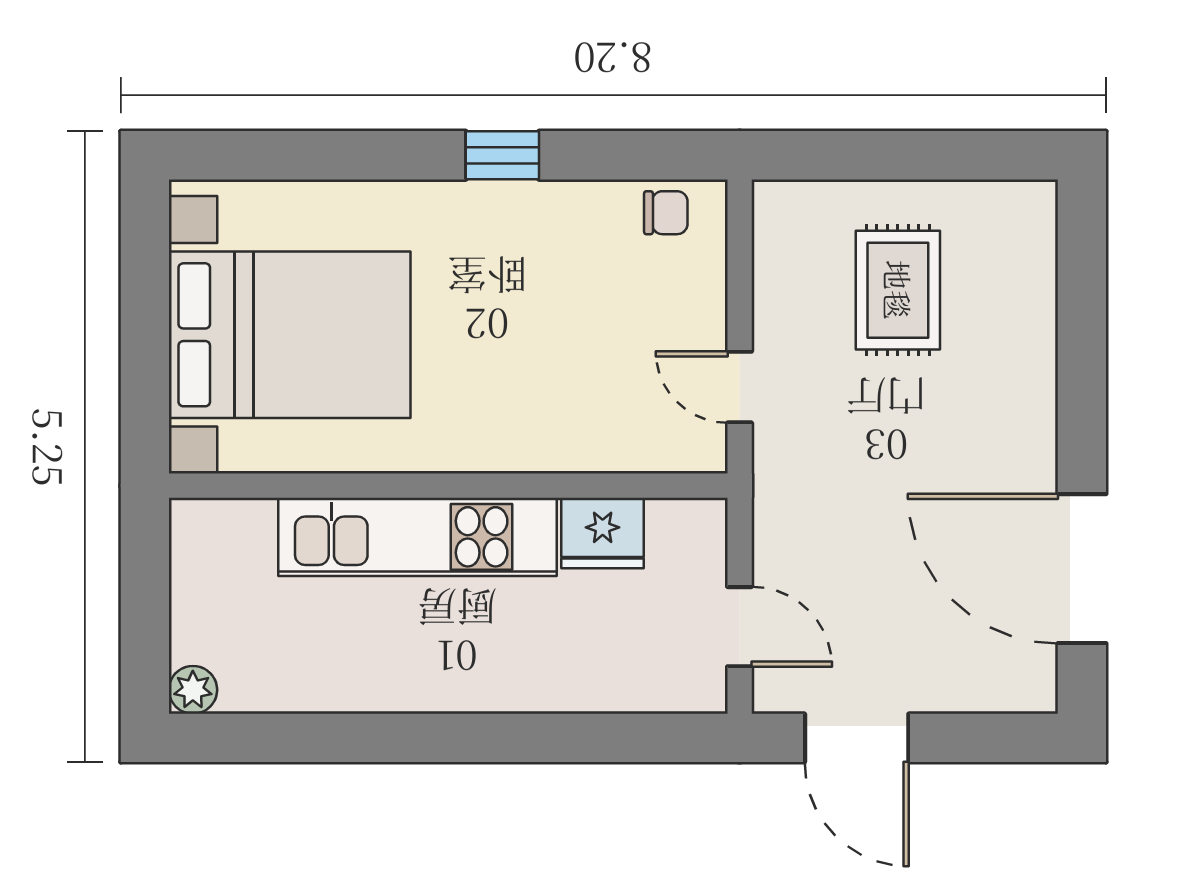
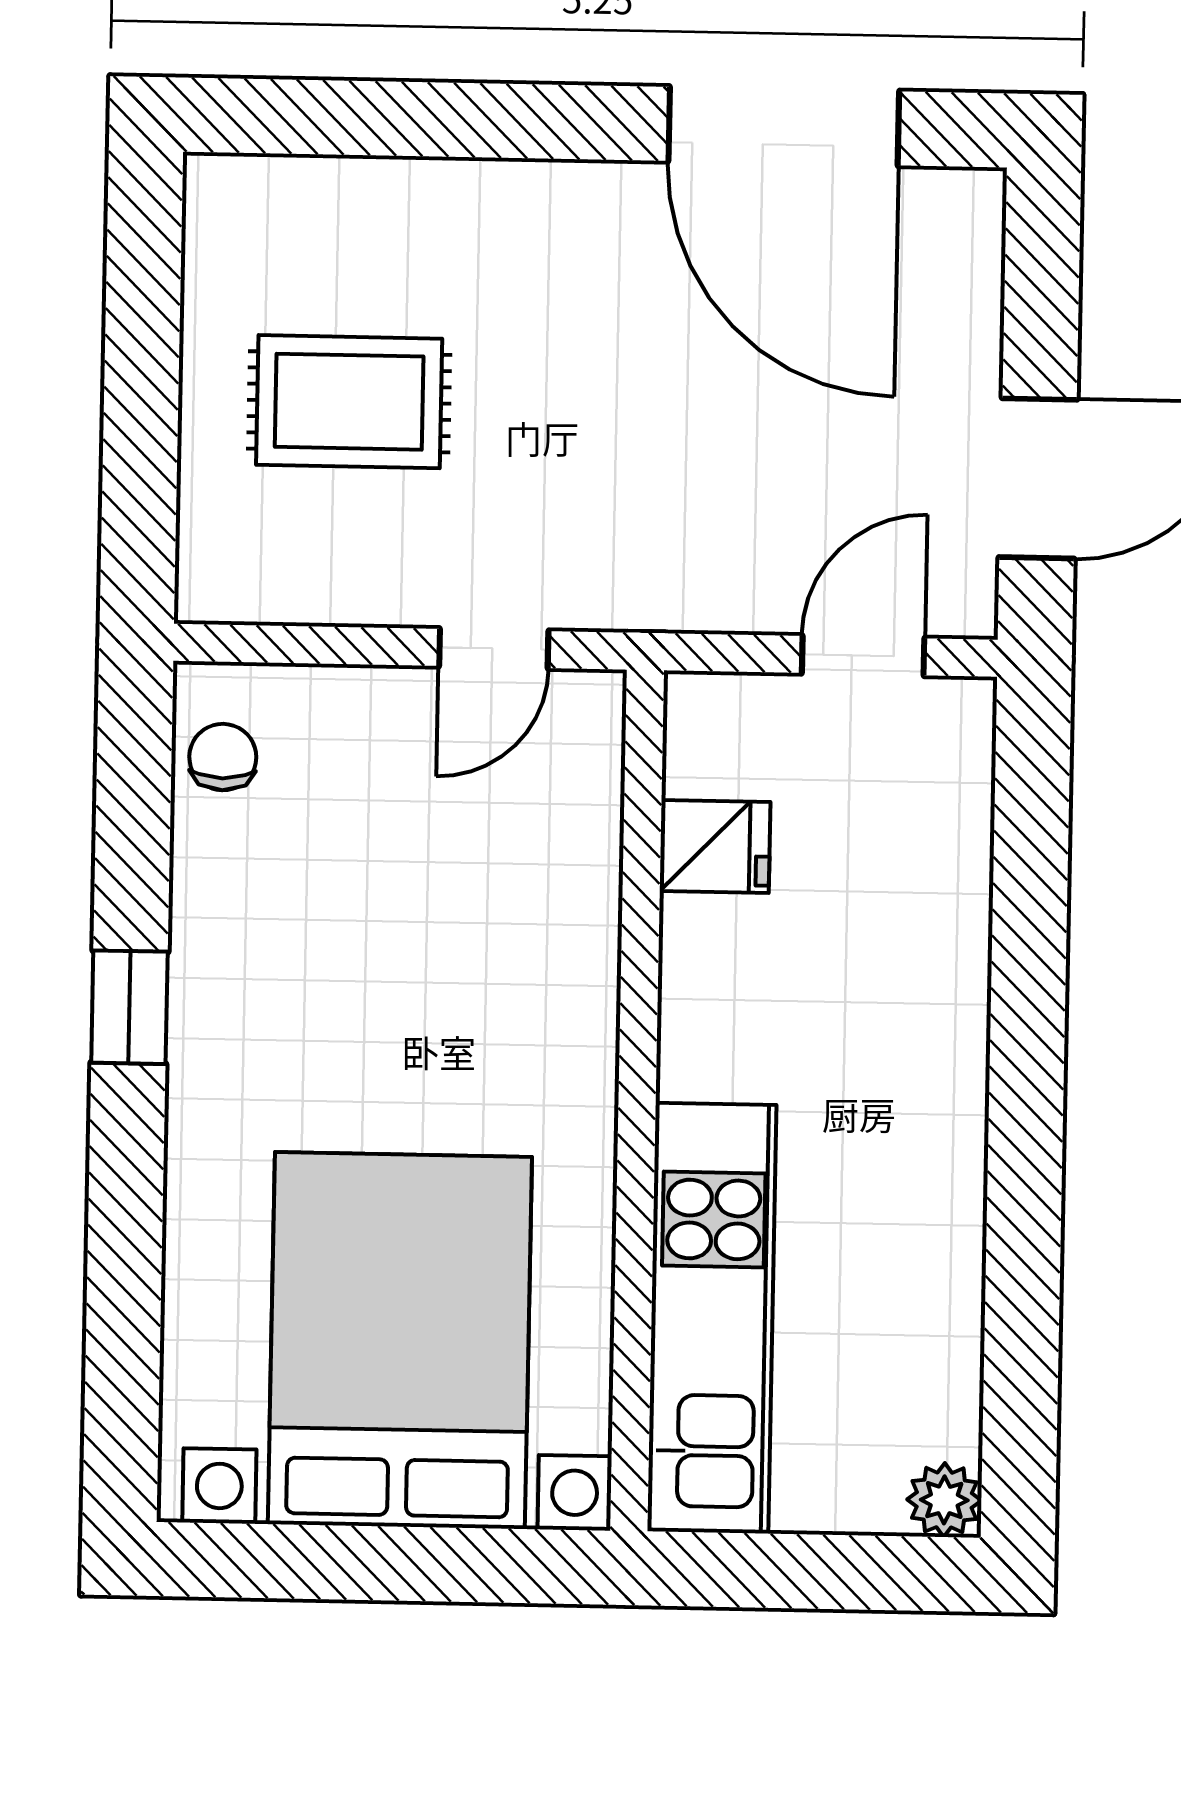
fridge: (603, 533) -> (715, 846), width x0.72
kitchen unit: (418, 537) -> (712, 1318), moved
door: (1082, 569) -> (784, 126), hinge flipped

